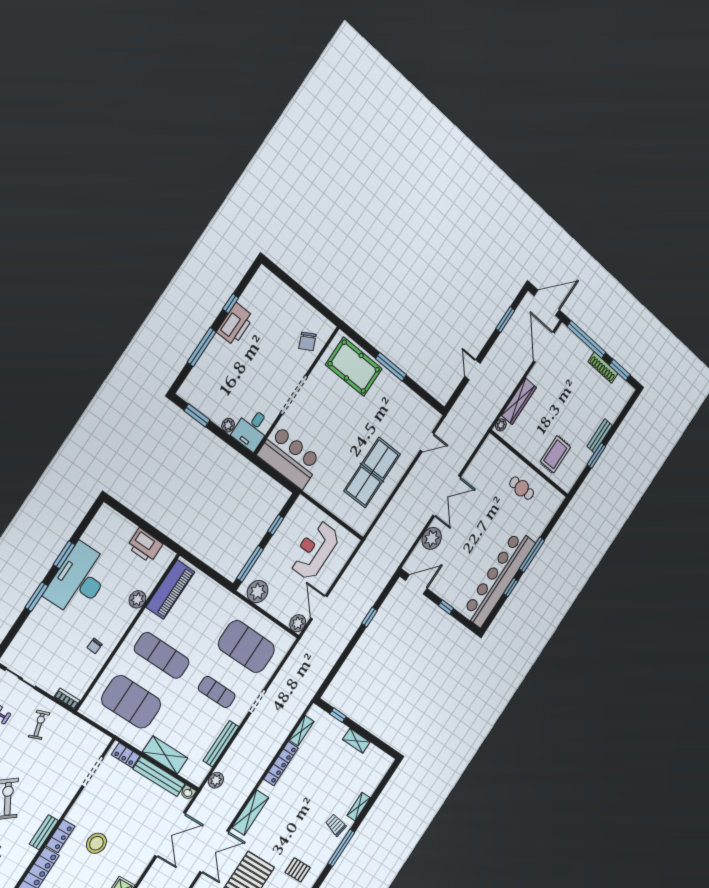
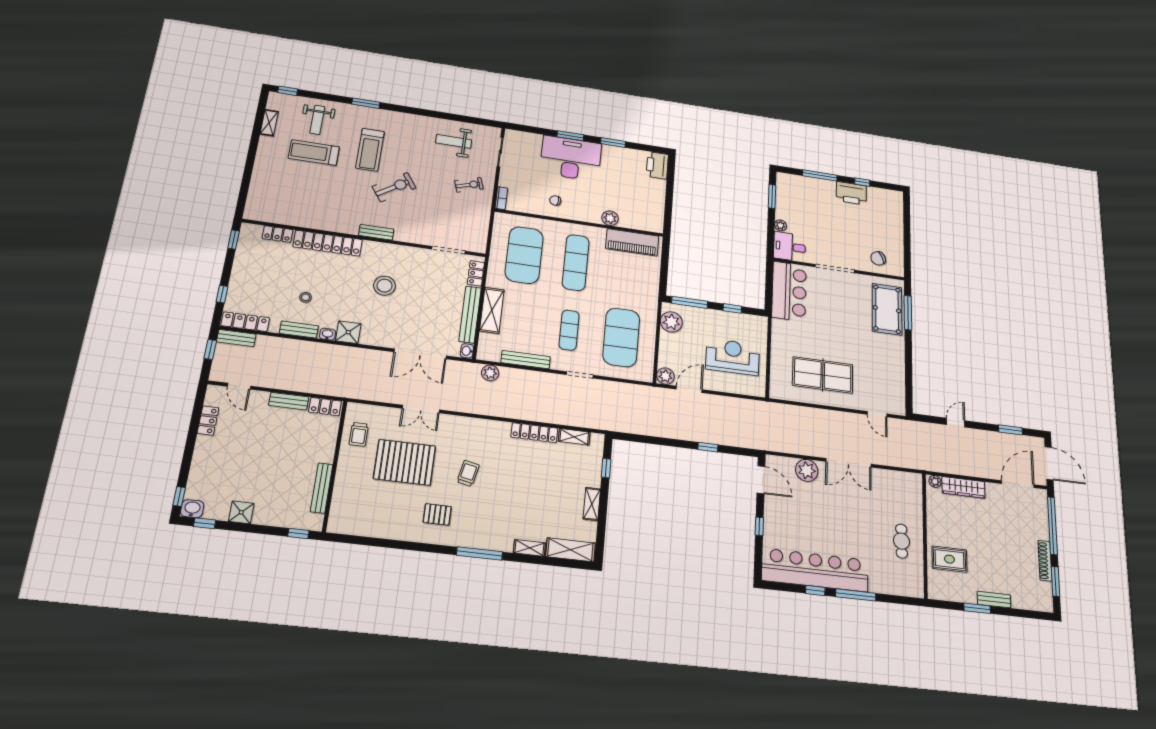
window: (391, 367) -> (908, 313), moved
printer: (145, 545) -> (657, 165), moved
desk: (79, 580) -> (571, 158), moved
shelving: (250, 813) -> (570, 550), moved
trolley: (336, 825) -> (468, 473), moved
locker: (60, 836) -> (379, 249), removed
double door: (214, 852) -> (421, 409), width x0.73
pallet: (298, 870) -> (437, 514), turned 90

